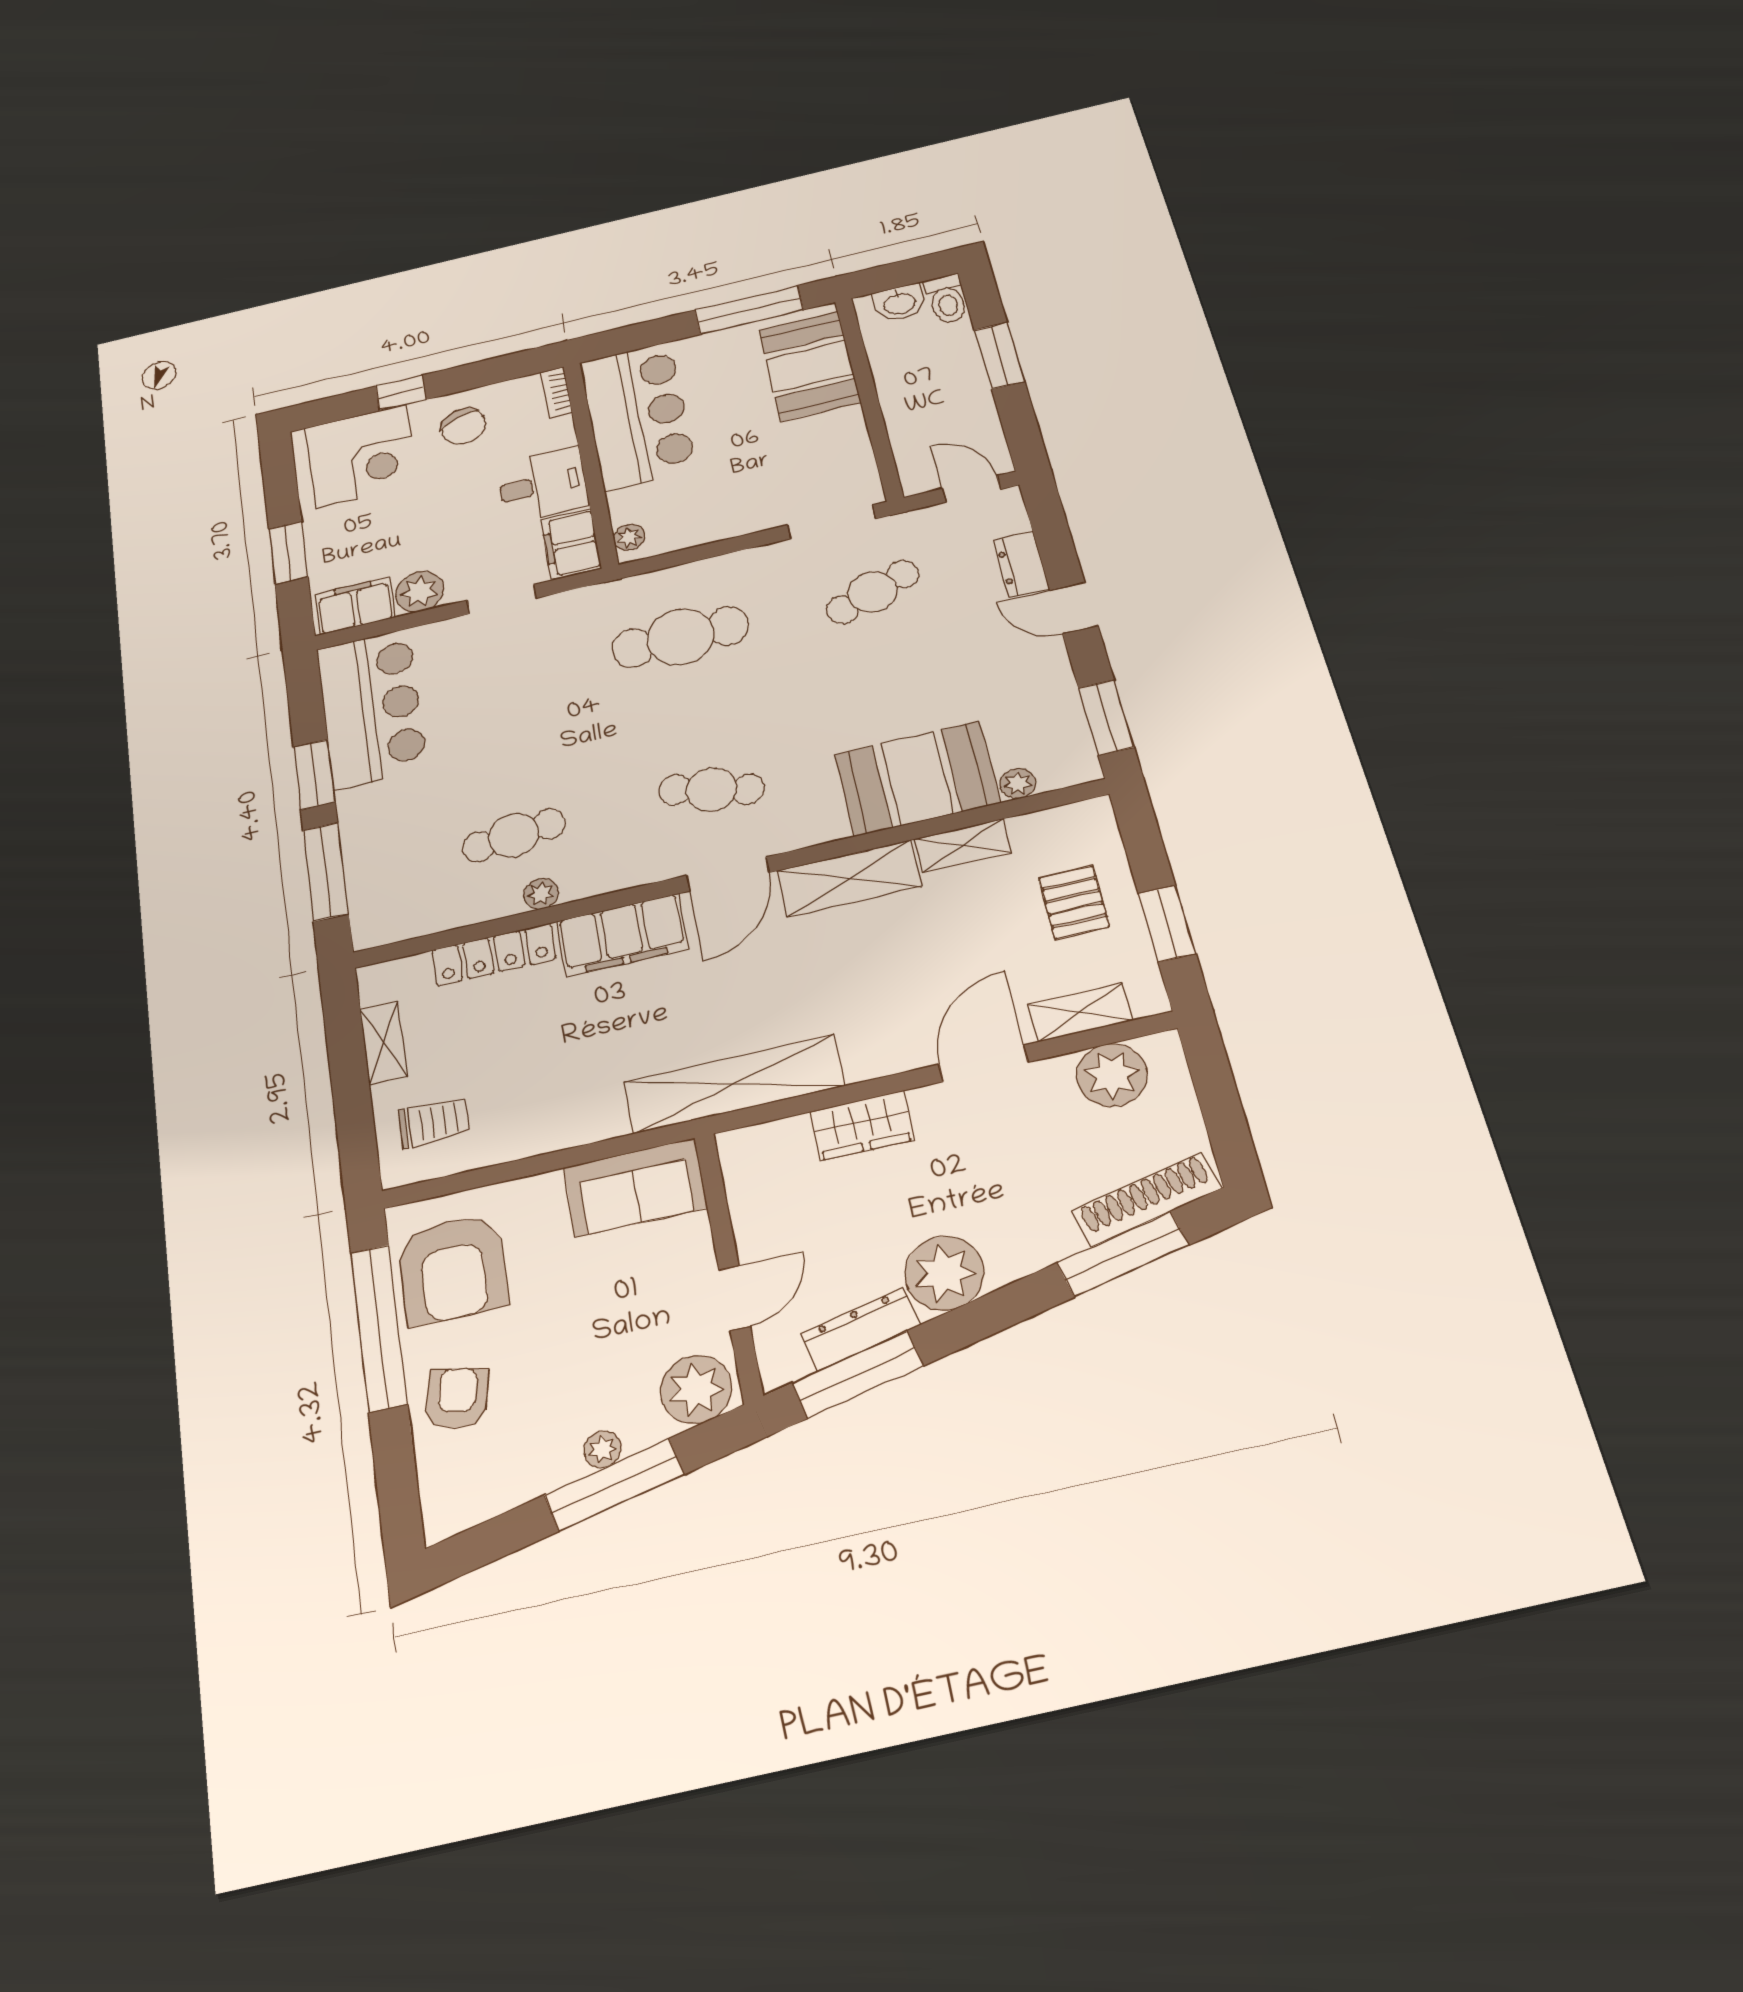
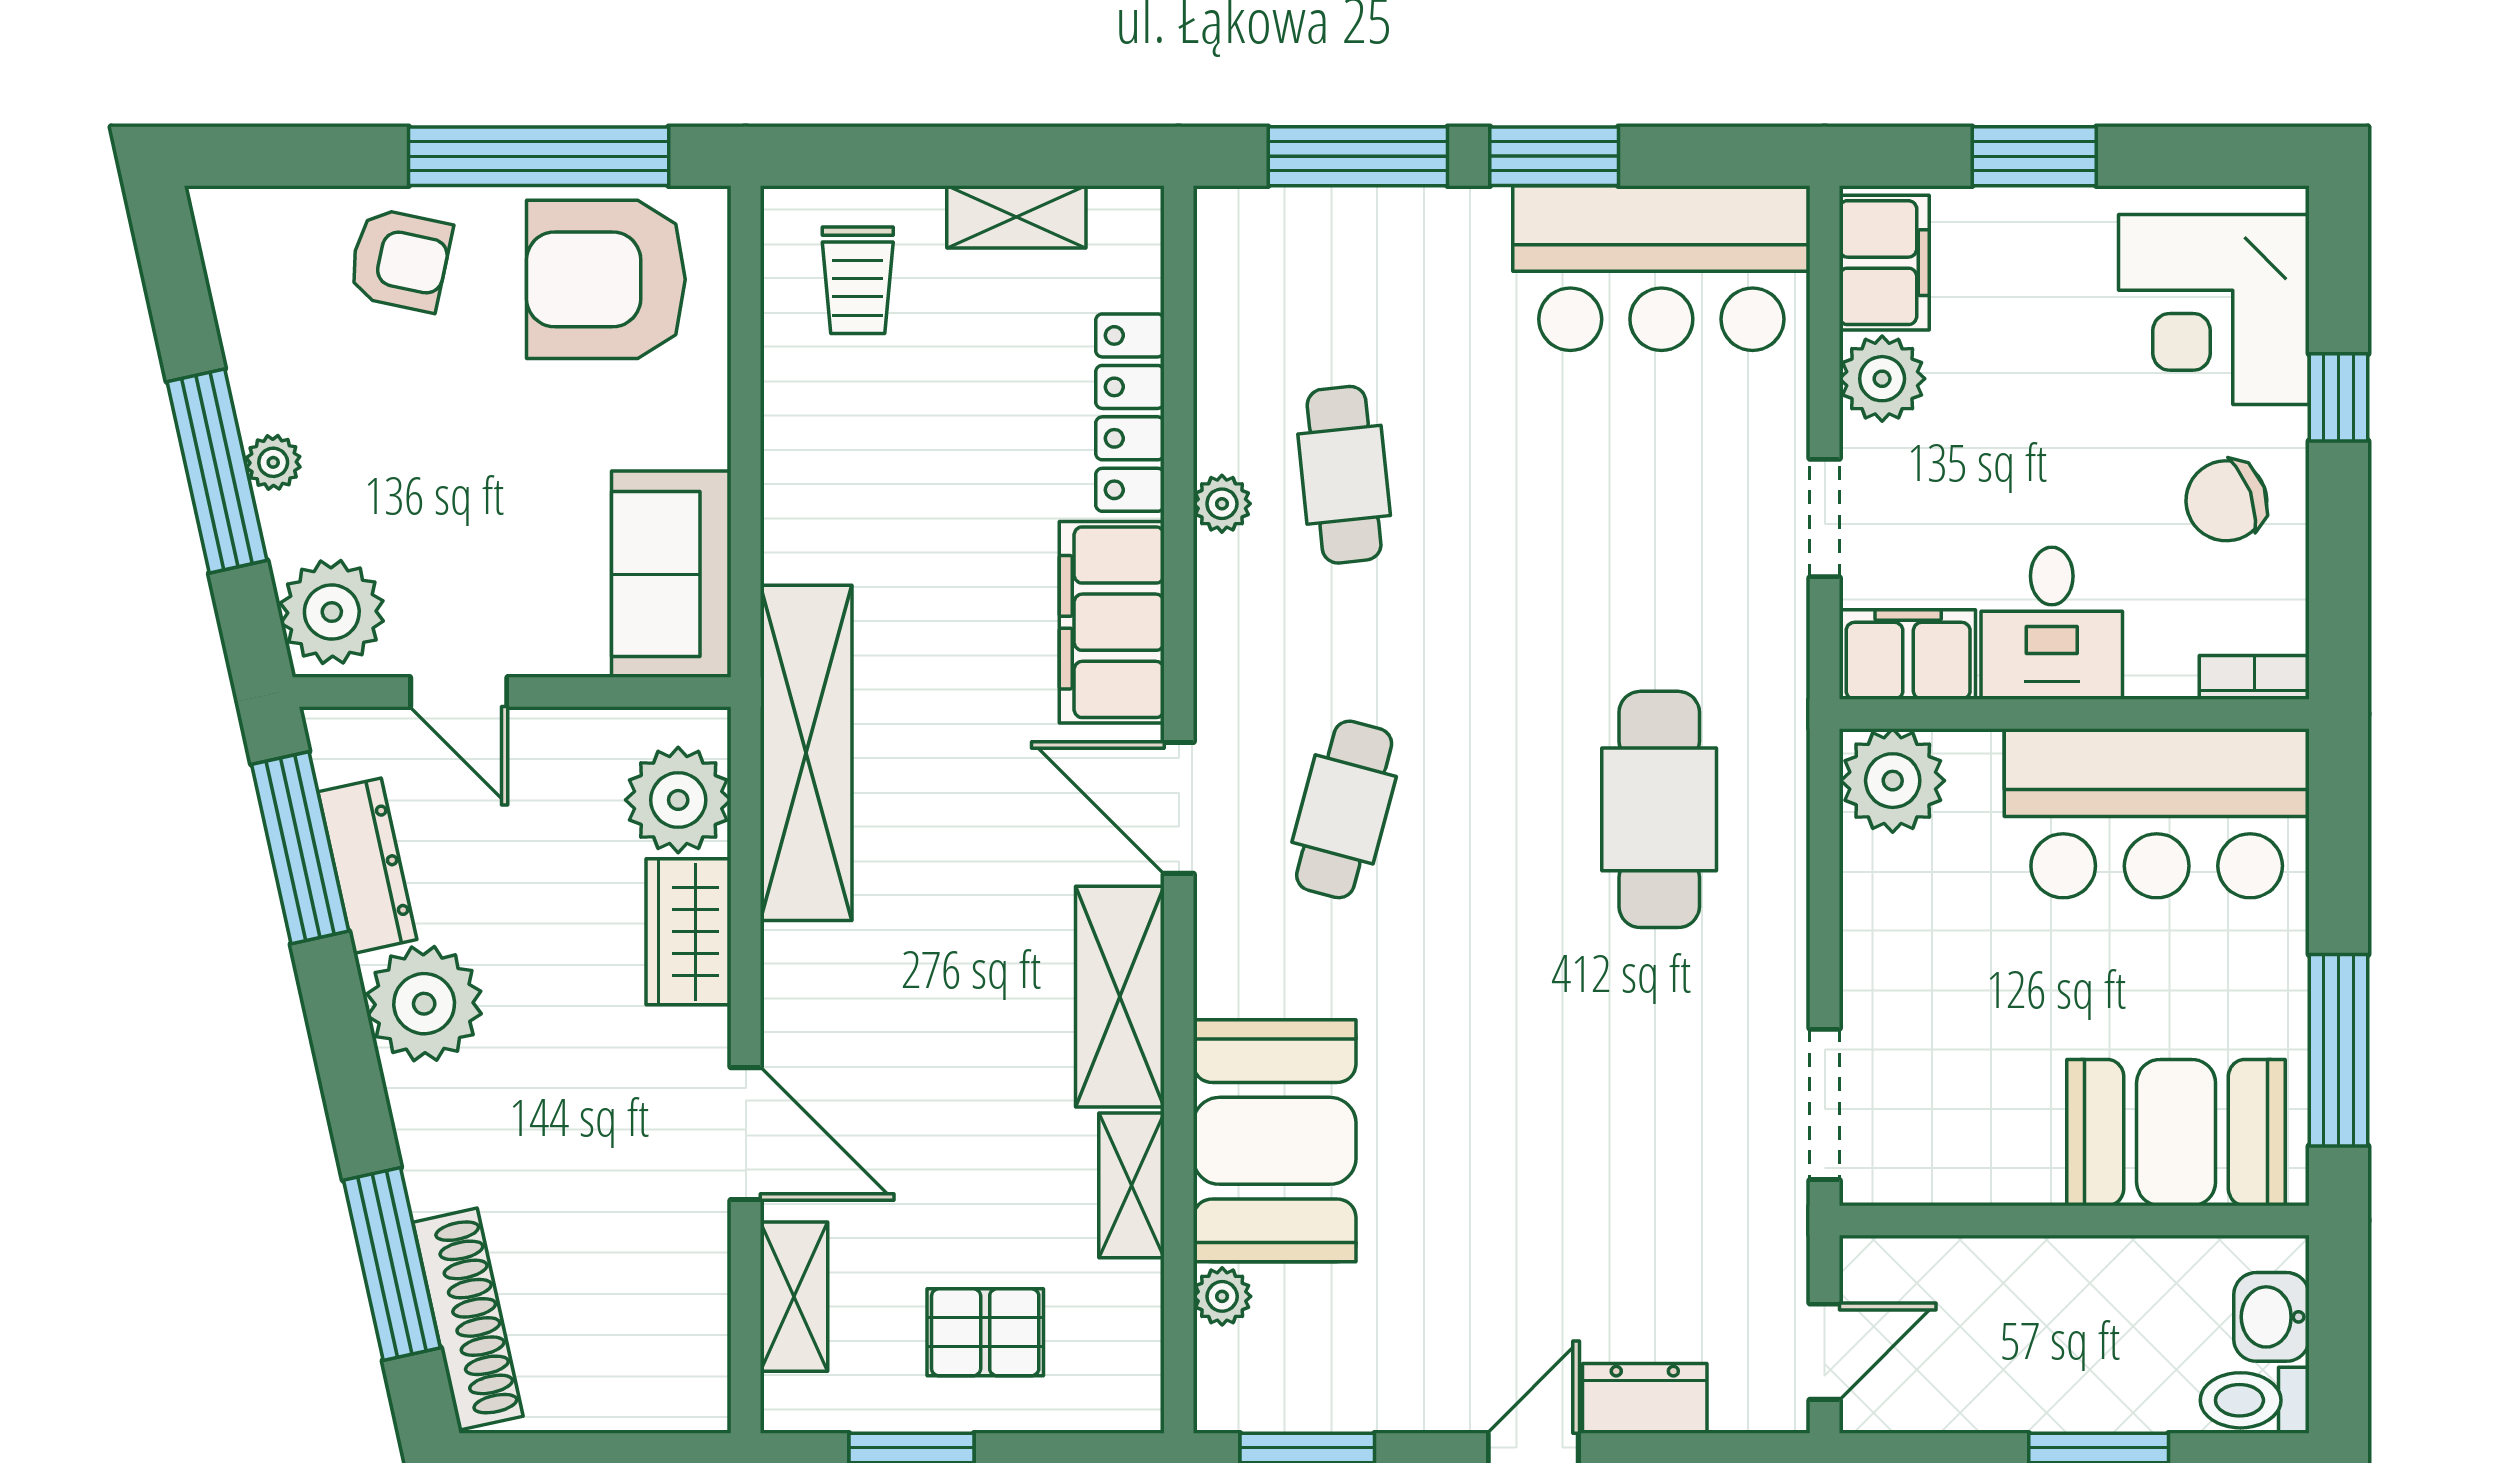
plant: (629, 537) -> (1893, 781), width x1.88, depth x1.88
cafe table: (873, 592) -> (1659, 1144), removed
plant: (1112, 1075) -> (678, 800), moved

